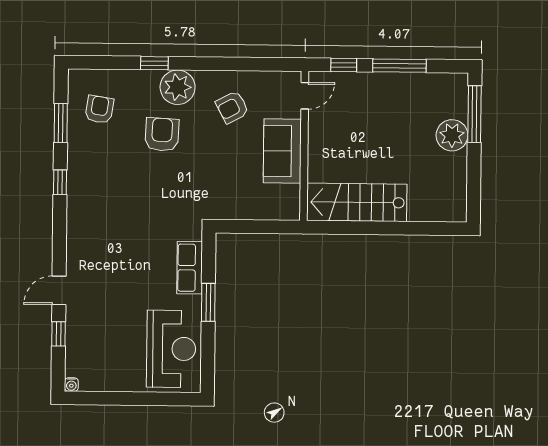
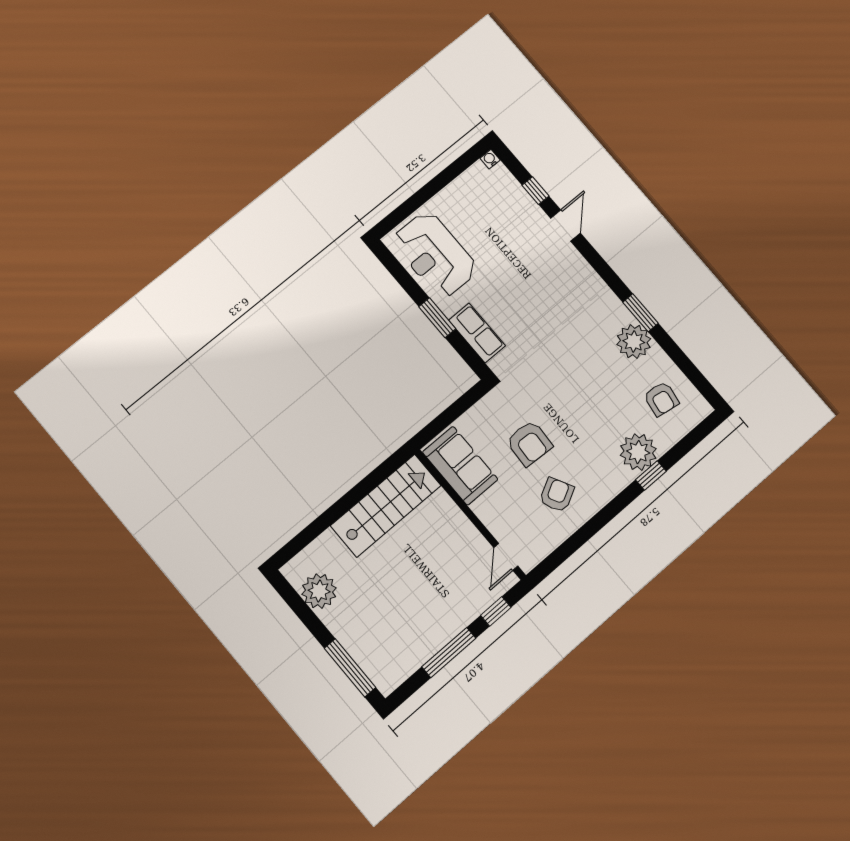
plant: (178, 87) -> (638, 452), moved
window: (61, 123) -> (682, 361), removed
armchair: (162, 134) -> (529, 443), moved
plant: (452, 135) -> (319, 591), moved
sofa: (282, 151) -> (460, 466), moved
plant: (83, 166) -> (634, 342), added
window: (60, 182) -> (641, 313), width x1.50

